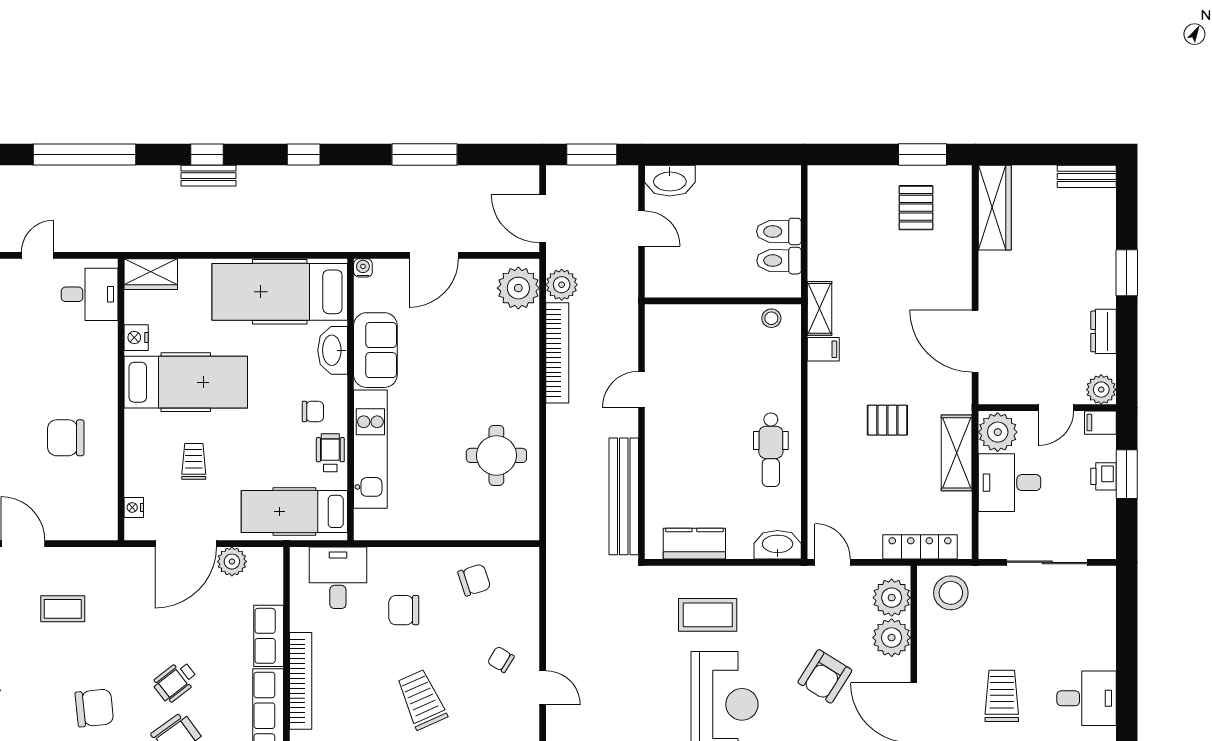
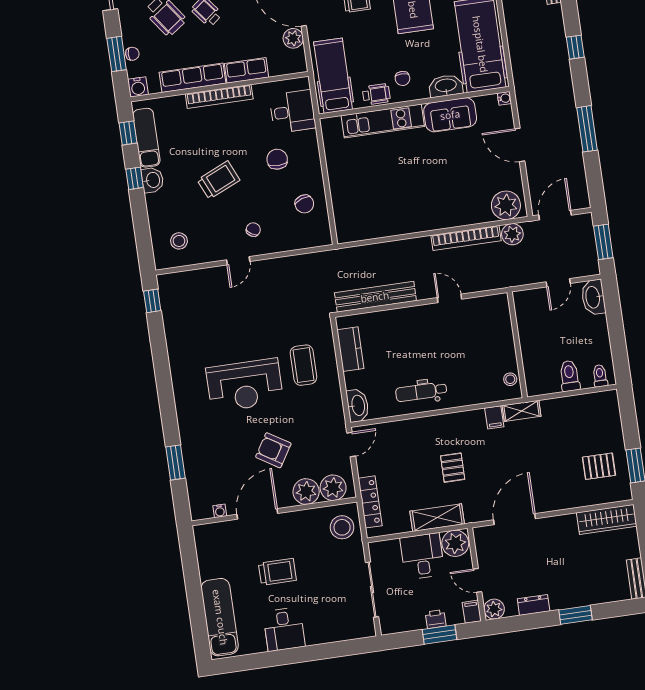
toilet: (779, 261) -> (600, 376), moved, width x0.73, depth x0.72
round table: (496, 455) -> (391, 207), removed

